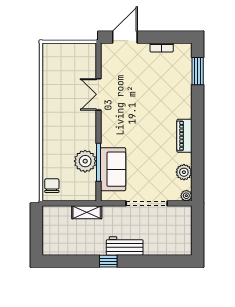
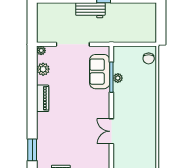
double door: (98, 94) -> (111, 131), swing flipped
plant: (85, 161) -> (118, 78), width x0.53, depth x0.53
shelving: (87, 212) -> (121, 37), removed

